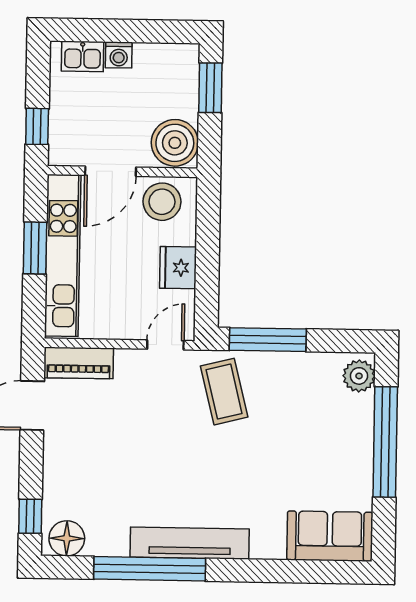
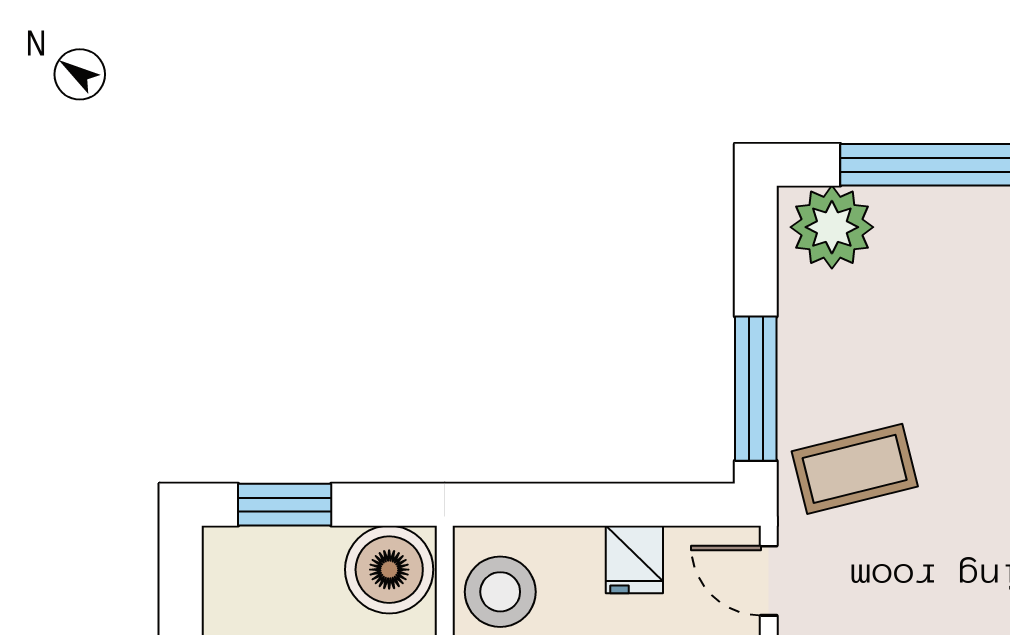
fridge: (178, 268) -> (634, 560), width x0.72
plant: (359, 376) -> (832, 227), width x1.36, depth x1.36

